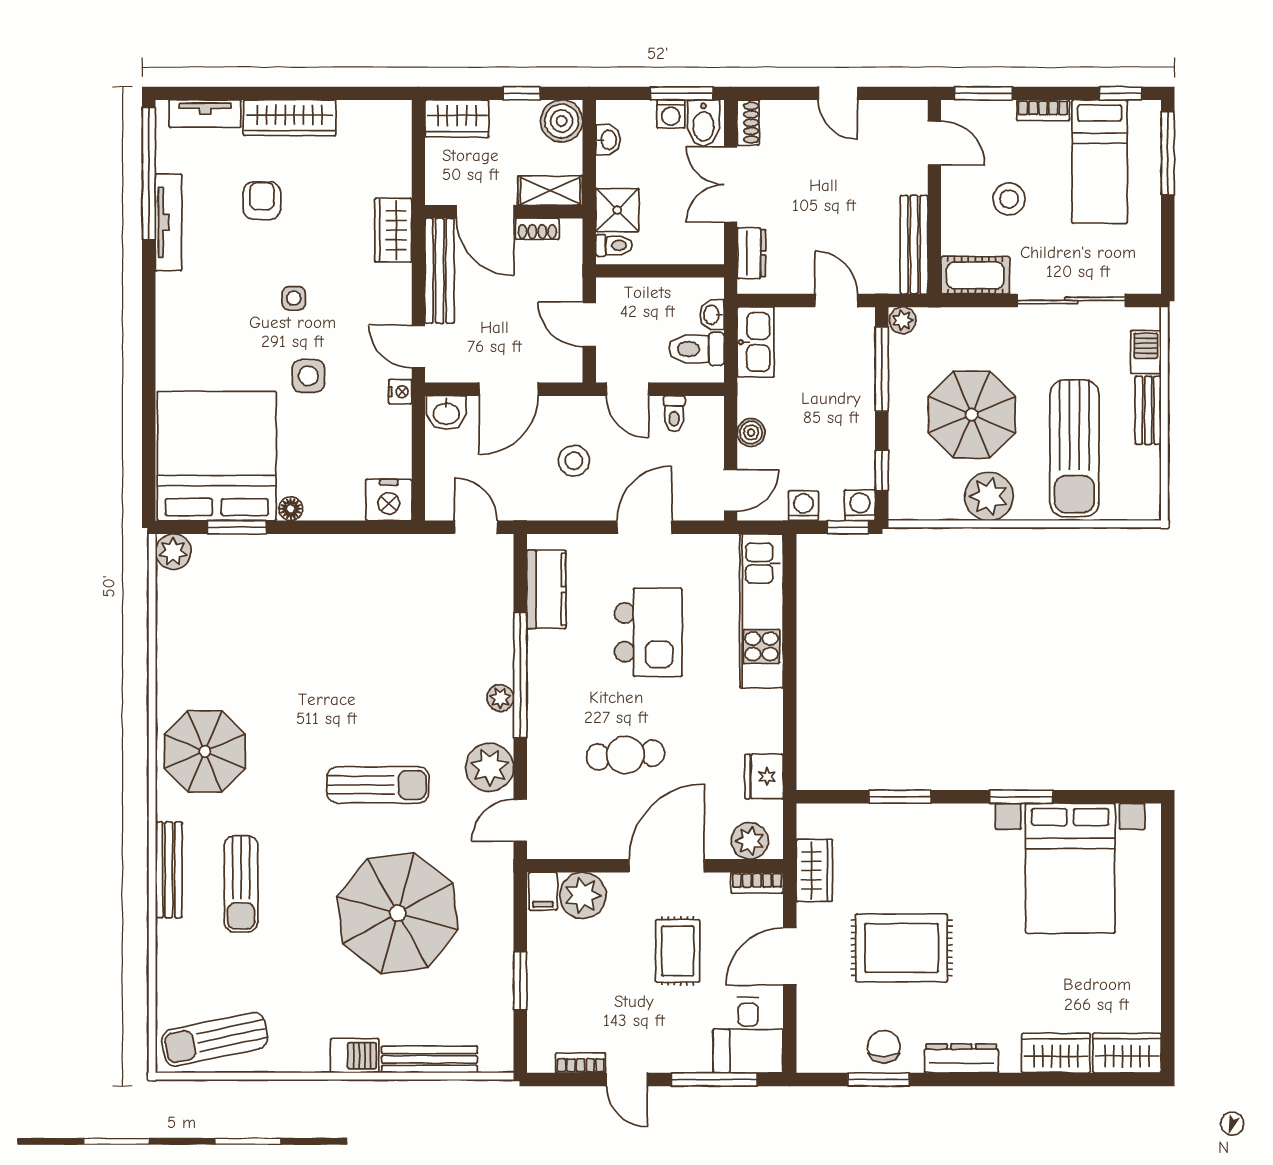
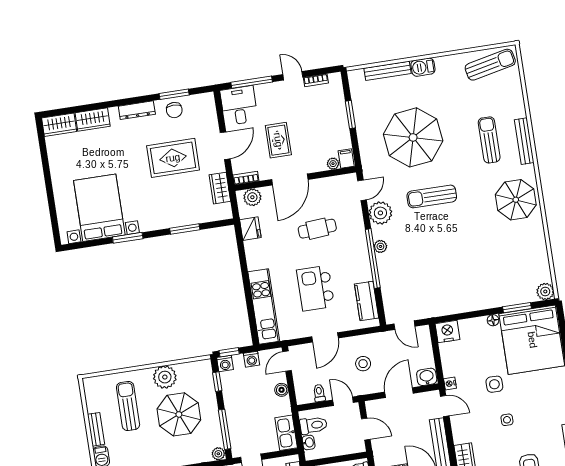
sun lounger: (1074, 448) -> (128, 406), width x0.73, depth x0.75
plant: (583, 896) -> (333, 164), width x0.53, depth x0.53

